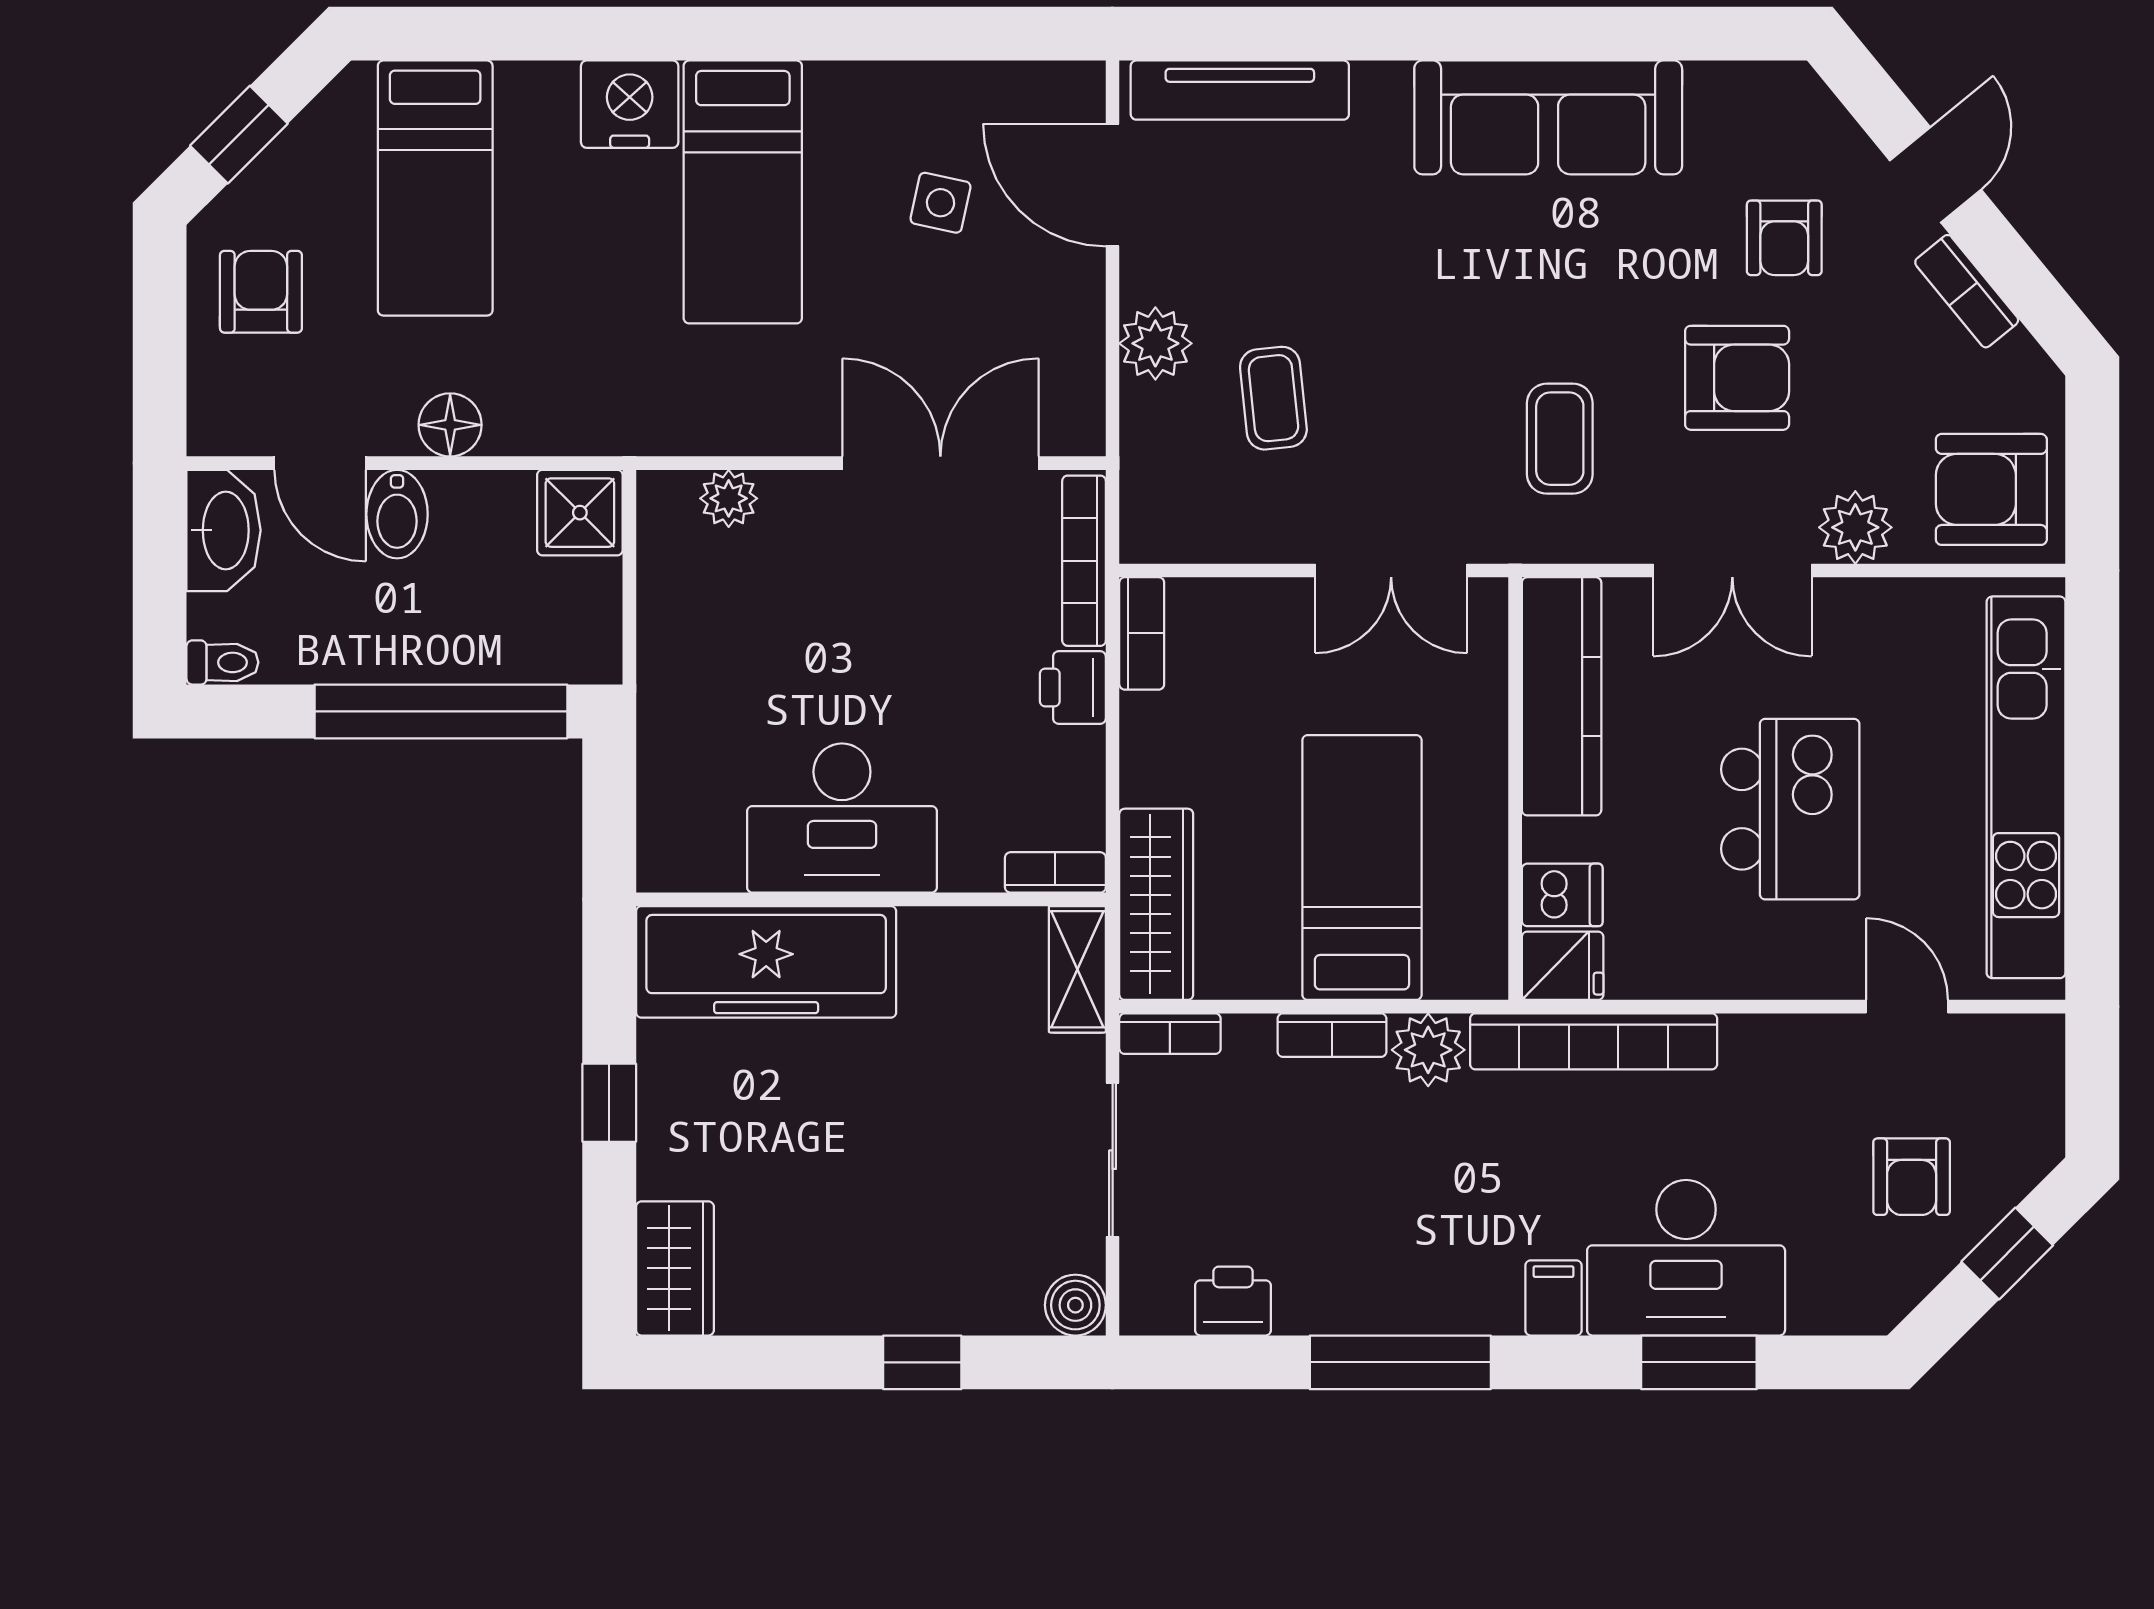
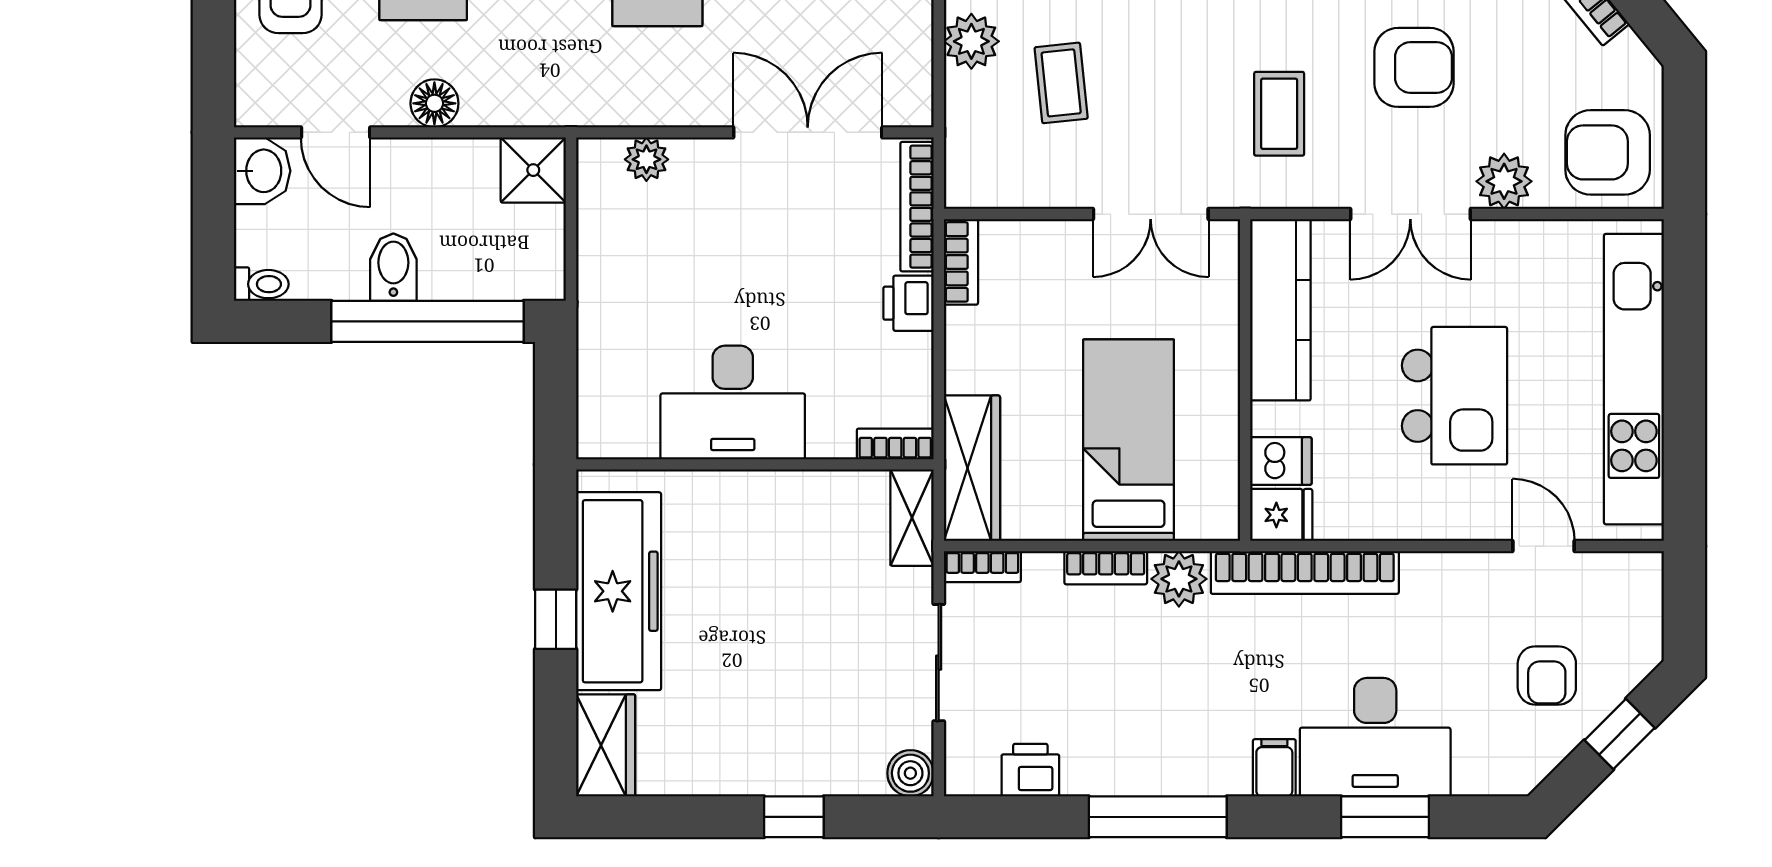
bidet: (397, 514) -> (393, 267), moved, turned 180
washbasin: (224, 530) -> (262, 171), width x0.72
freezer: (766, 962) -> (619, 591), moved, turned -90

